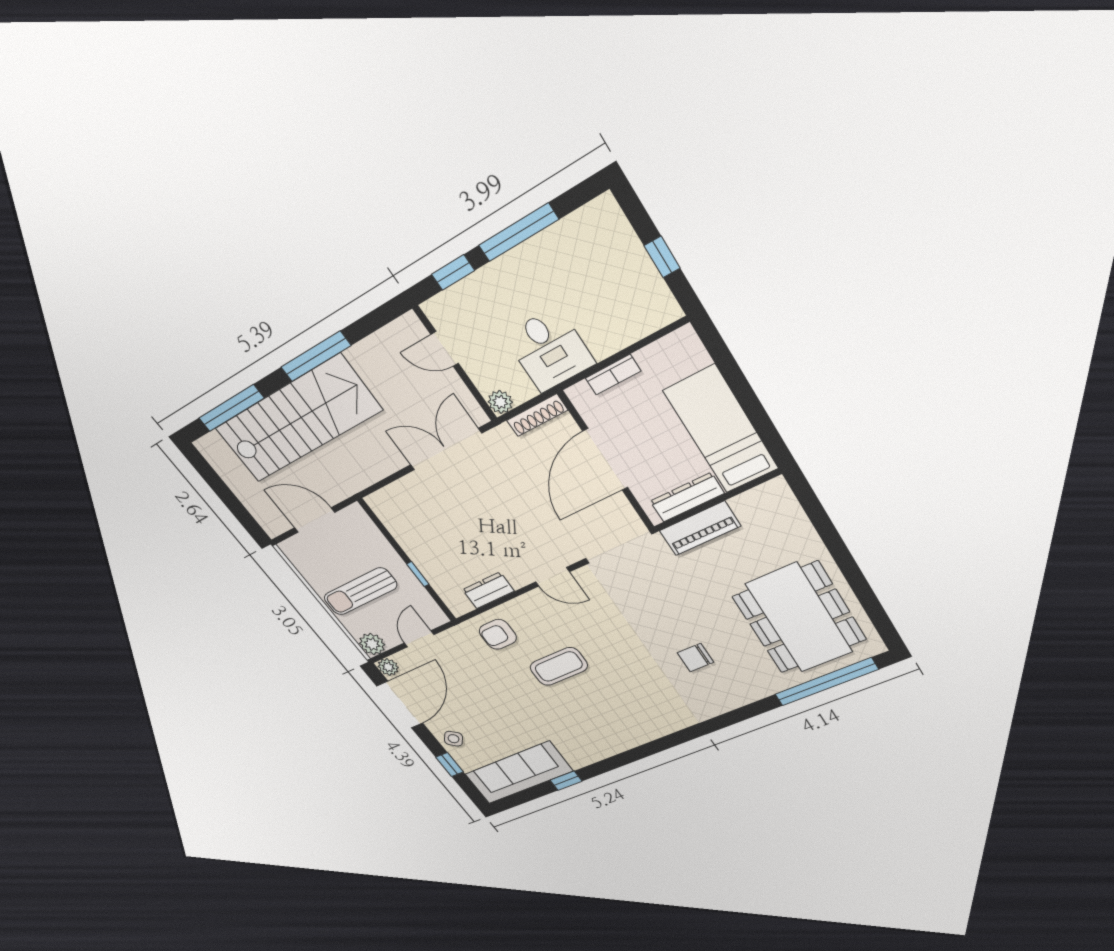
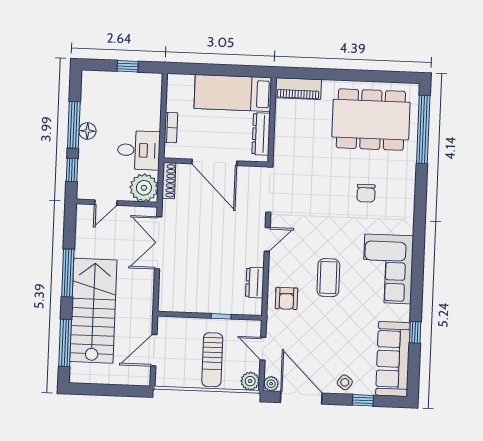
floor lamp: (524, 259) -> (87, 131), added
plant: (500, 402) -> (144, 188), width x1.87, depth x1.87
piano: (700, 528) -> (298, 89), moved, turned 90
corner sofa: (618, 722) -> (388, 269), added

